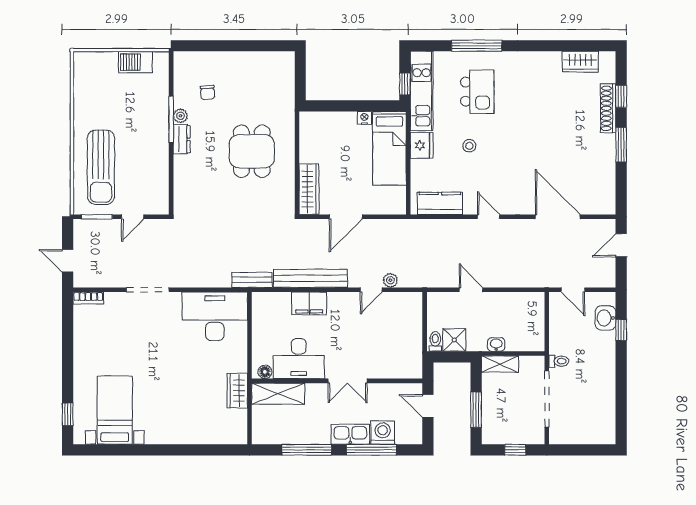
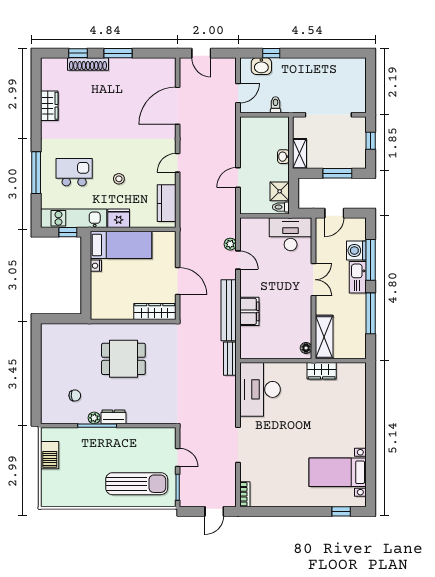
wardrobe: (580, 62) -> (49, 106), moved
desk: (299, 359) -> (291, 234), moved, turned -90
toilet: (559, 361) -> (276, 105), moved

